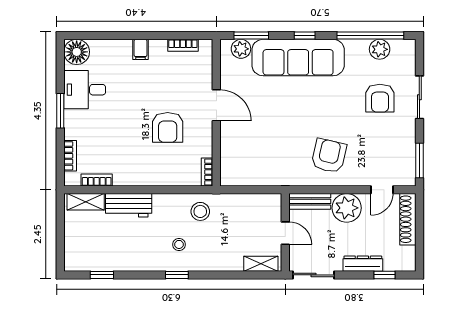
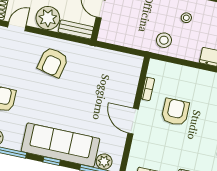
bookcase: (207, 172) -> (148, 89), moved

